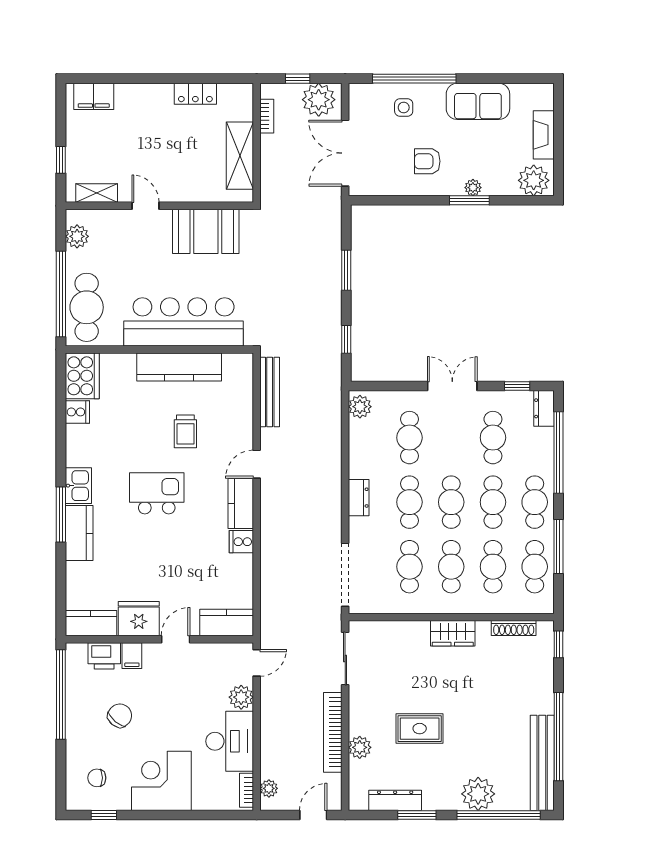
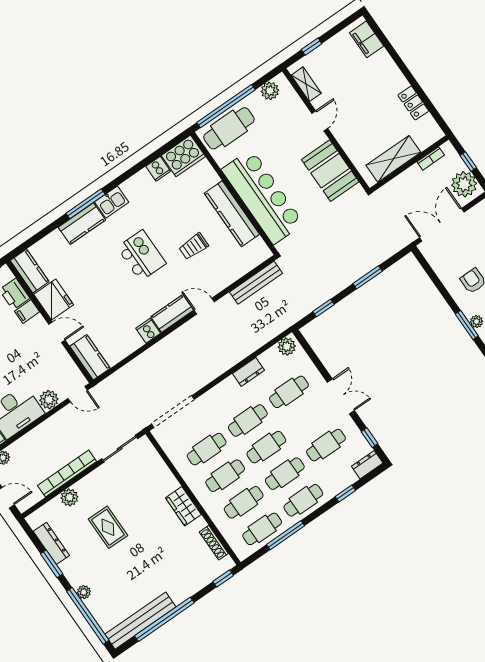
window: (558, 453) -> (345, 493), width x0.32
dresser: (359, 498) -> (248, 372), moved
plant: (478, 794) -> (84, 592), width x0.53, depth x0.53

